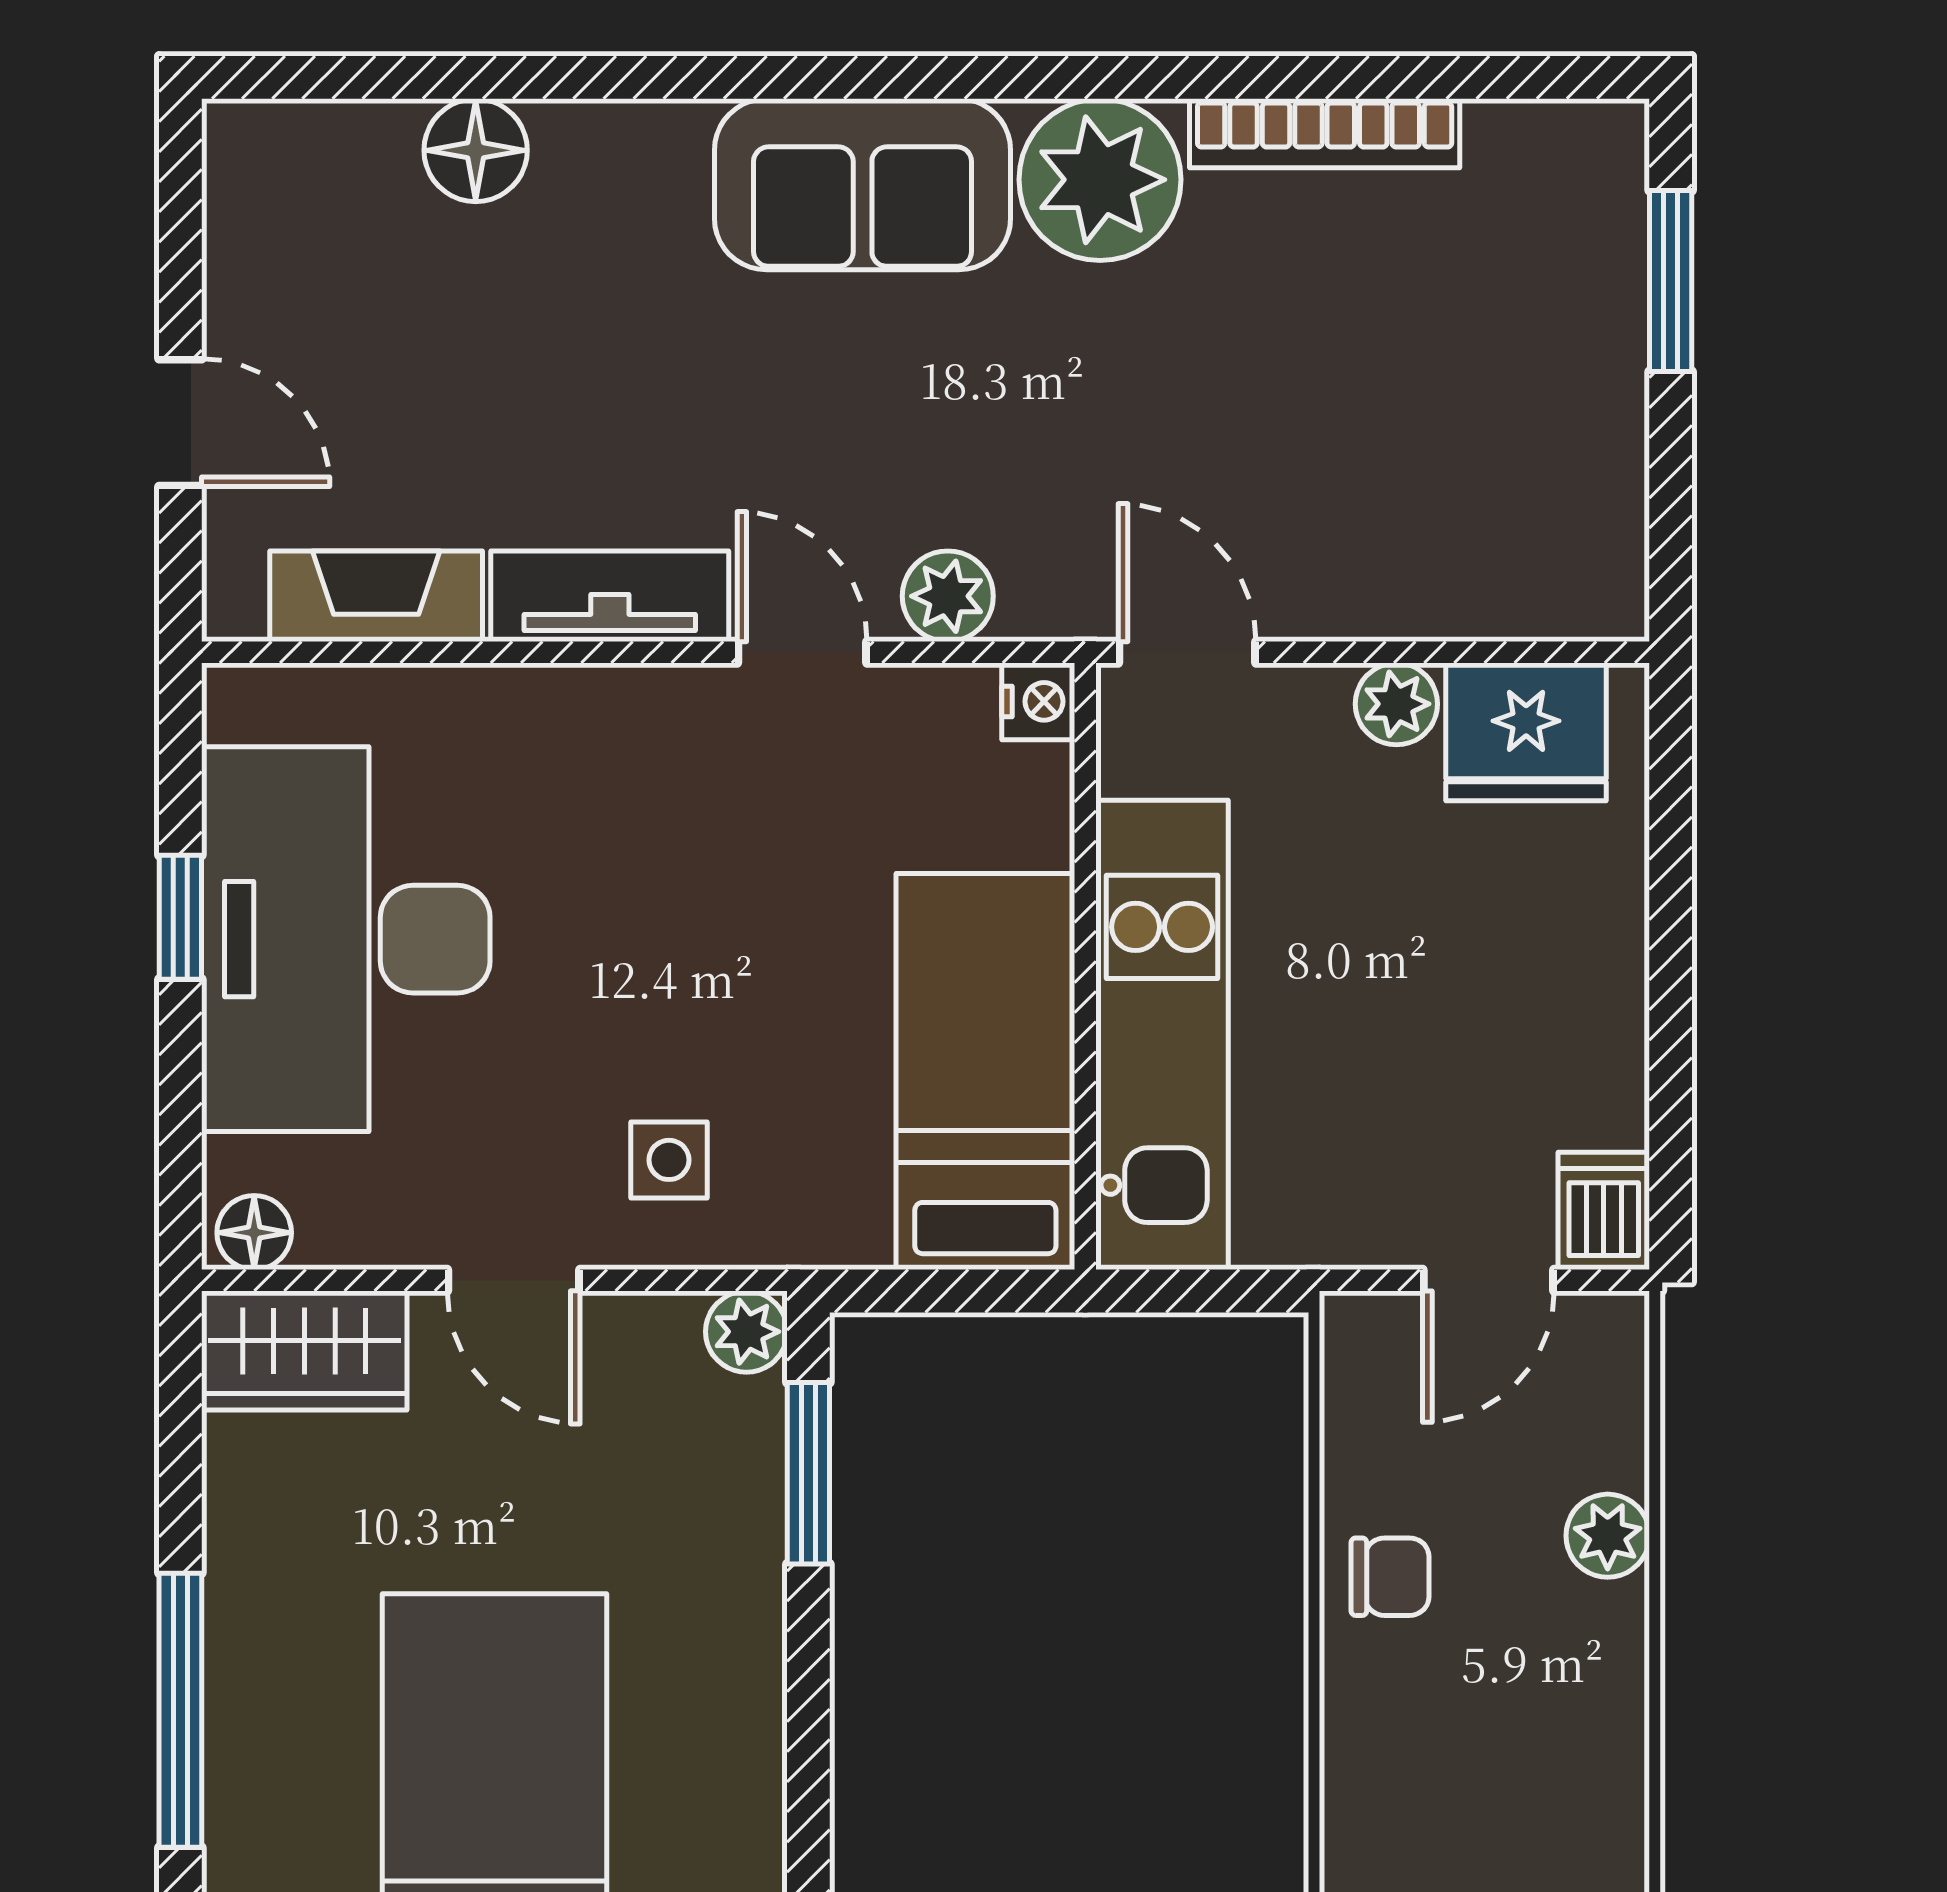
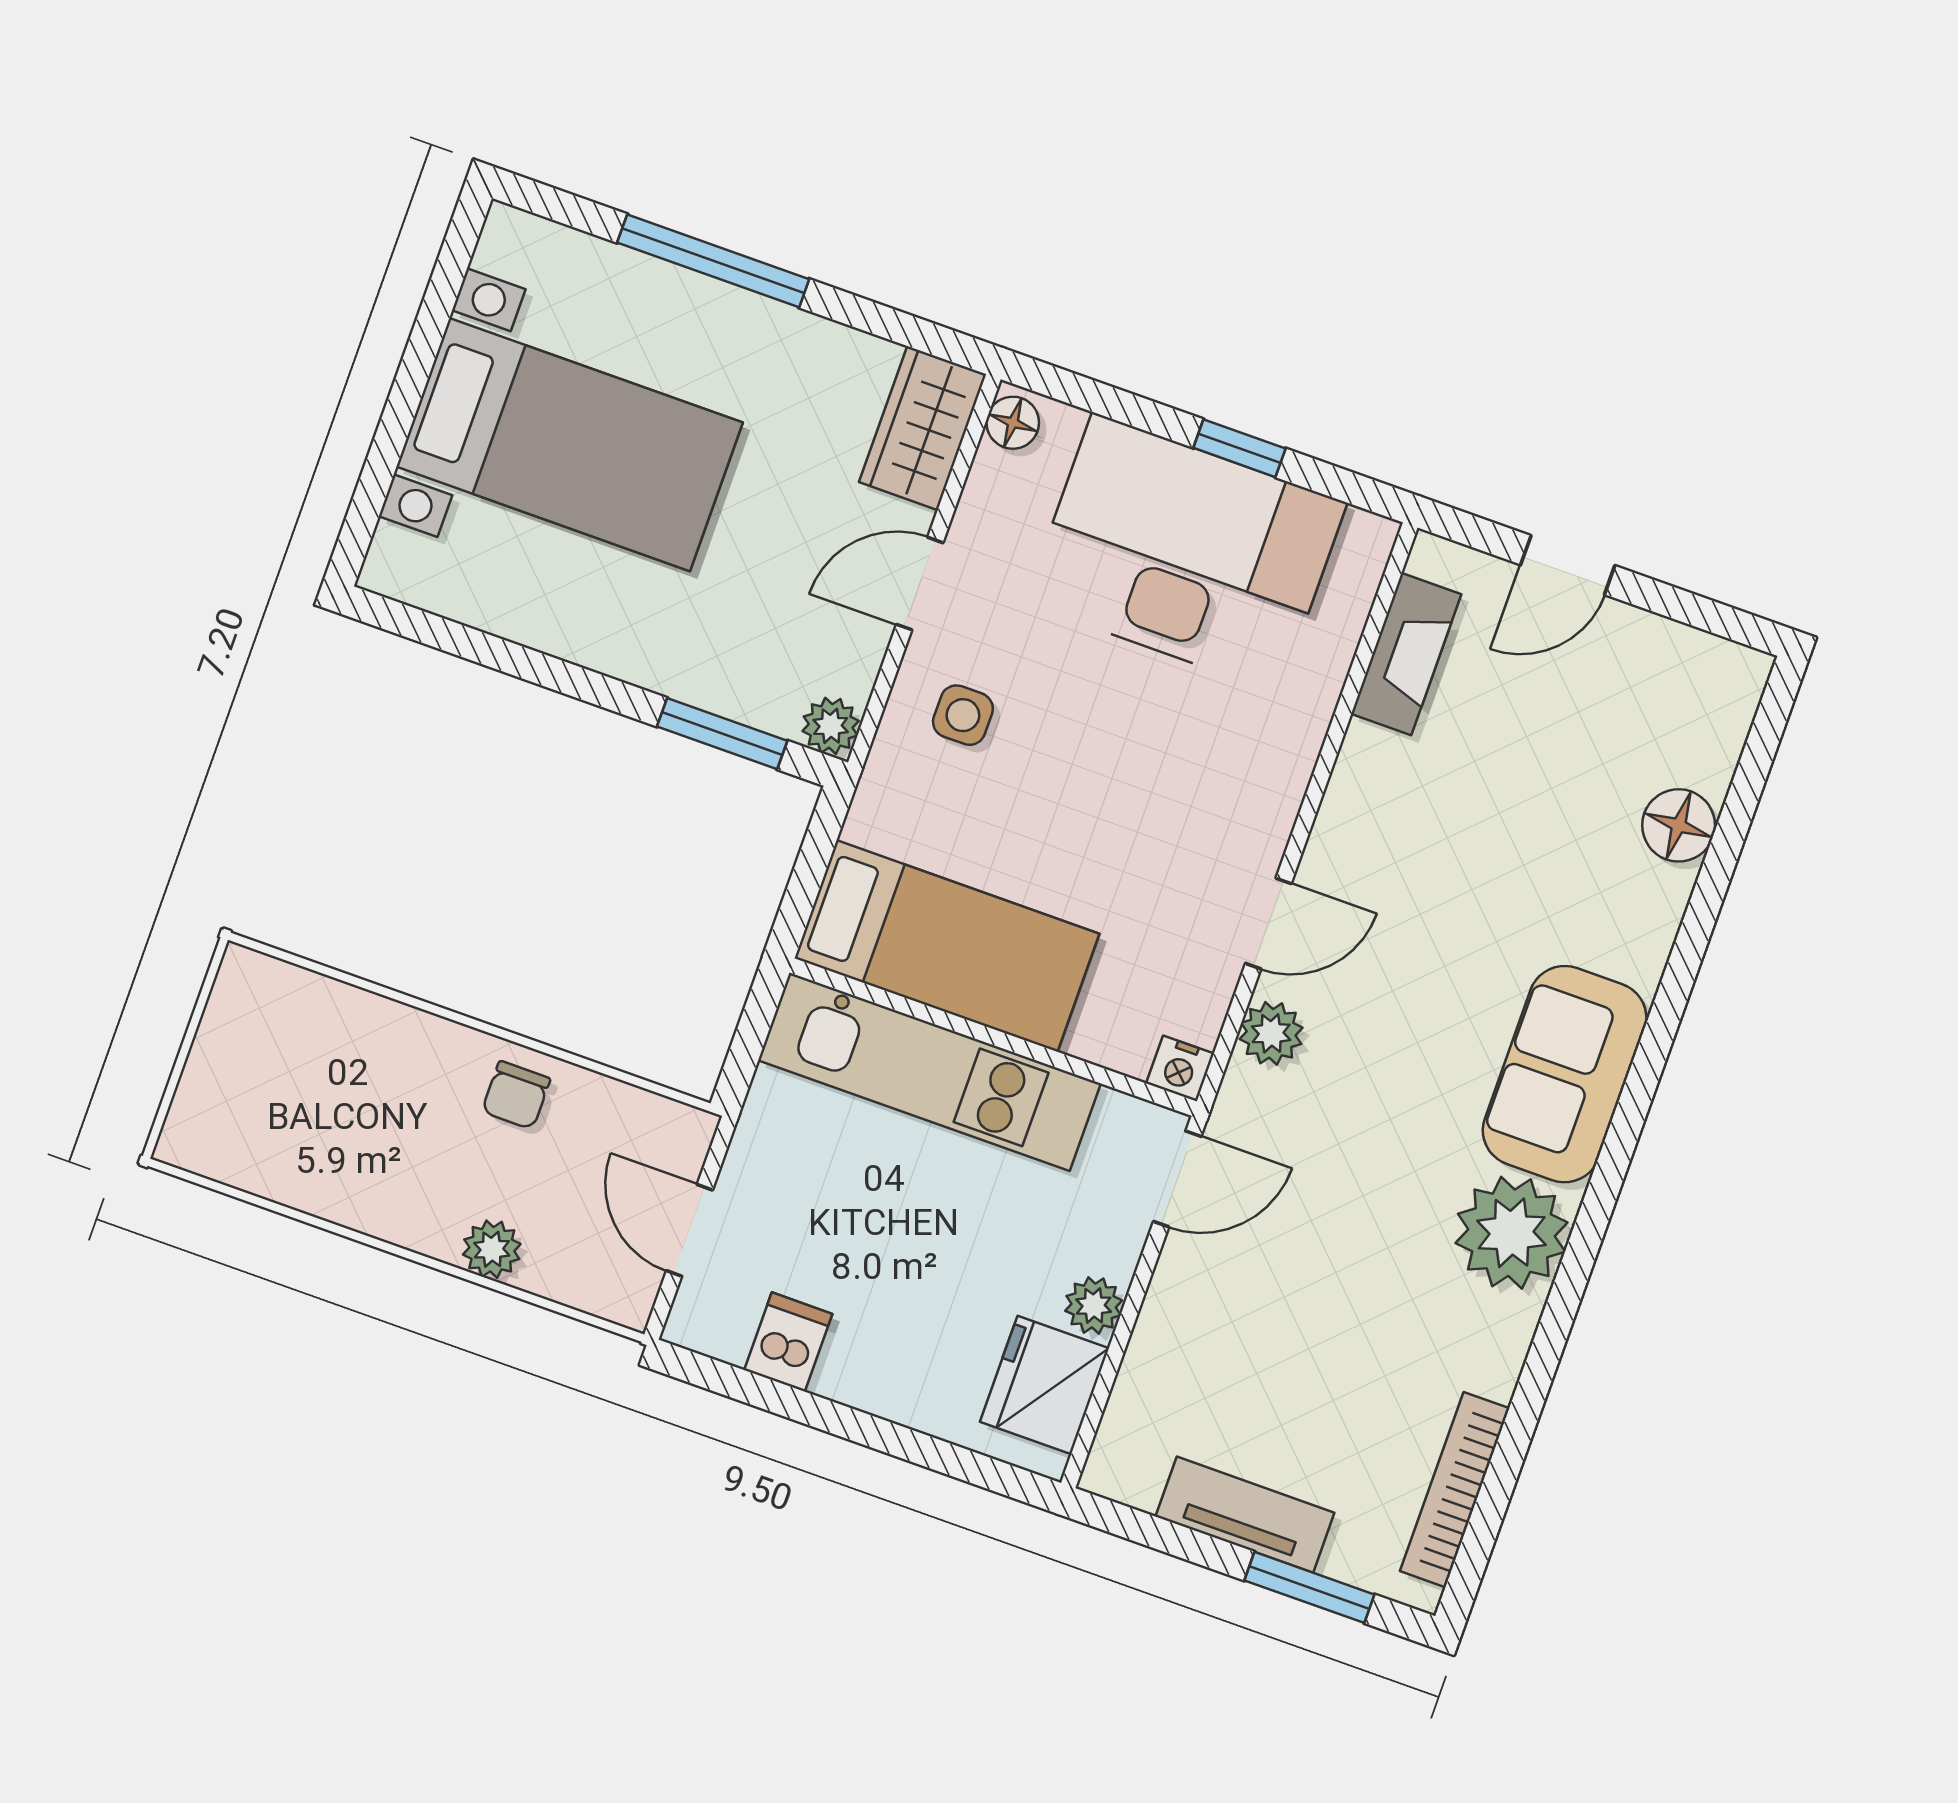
bookcase: (1325, 133) -> (1455, 1490), moved
tv unit: (610, 596) -> (1245, 1515), moved, turned -90
dishwasher: (1604, 1211) -> (788, 1342), moved, turned -90

